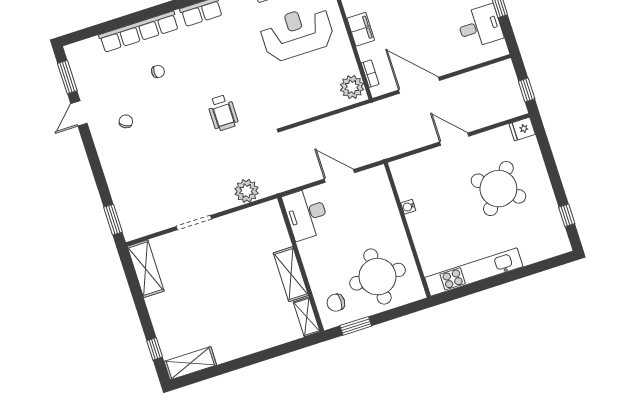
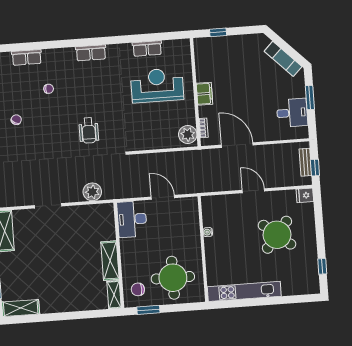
row of seats: (139, 32) -> (27, 57), width x0.50
bench: (513, 86) -> (305, 162), added

